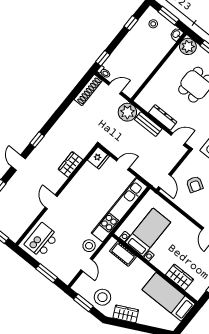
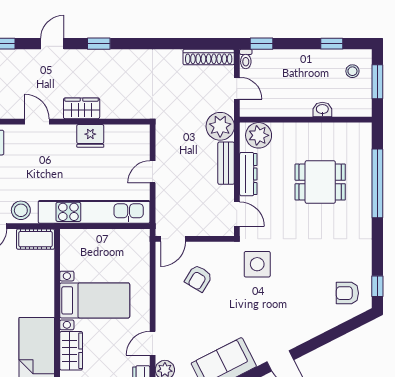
washbasin: (176, 34) -> (322, 110), moved
plant: (188, 46) -> (259, 135), moved
fridge: (98, 158) -> (90, 136), moved
wardrobe: (70, 164) -> (82, 108), moved
door: (123, 164) -> (153, 172), swing flipped
door: (51, 202) -> (37, 122), hinge flipped
bed with nightstands: (148, 232) -> (95, 300), moved
cot: (123, 254) -> (36, 239), moved, turned 90

